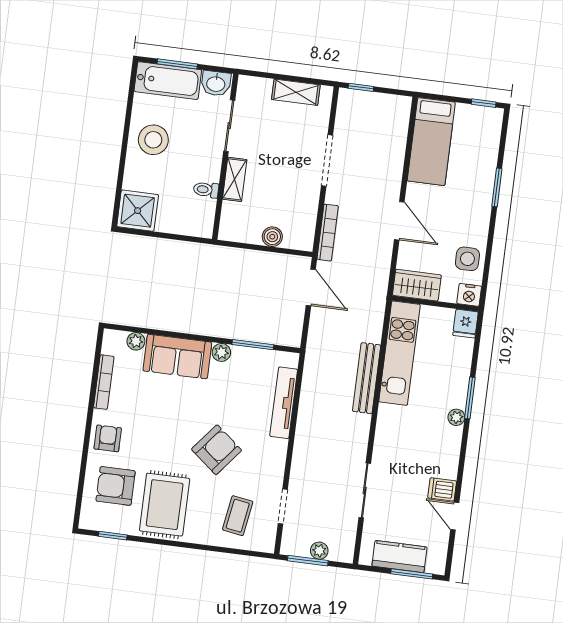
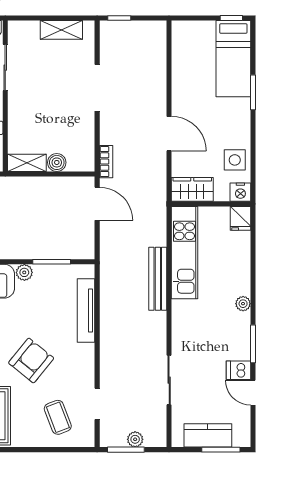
bed: (431, 142) -> (233, 59), moved
shelving: (235, 179) -> (27, 163), moved, turned 90
bookcase: (328, 233) -> (106, 162), width x0.64
window: (470, 398) -> (253, 344), moved
coffee table: (238, 516) -> (58, 417), turned -30

